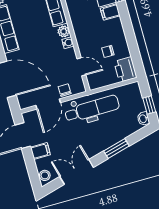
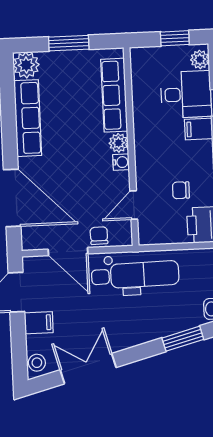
door: (81, 67) -> (134, 205), swing flipped
door: (48, 104) -> (68, 252), hinge flipped
window: (116, 149) -> (183, 339), moved

